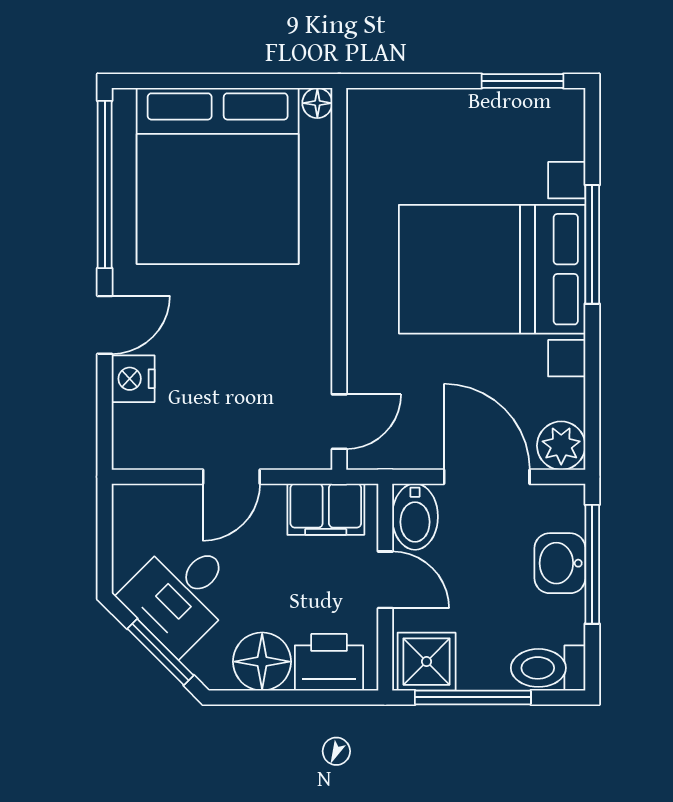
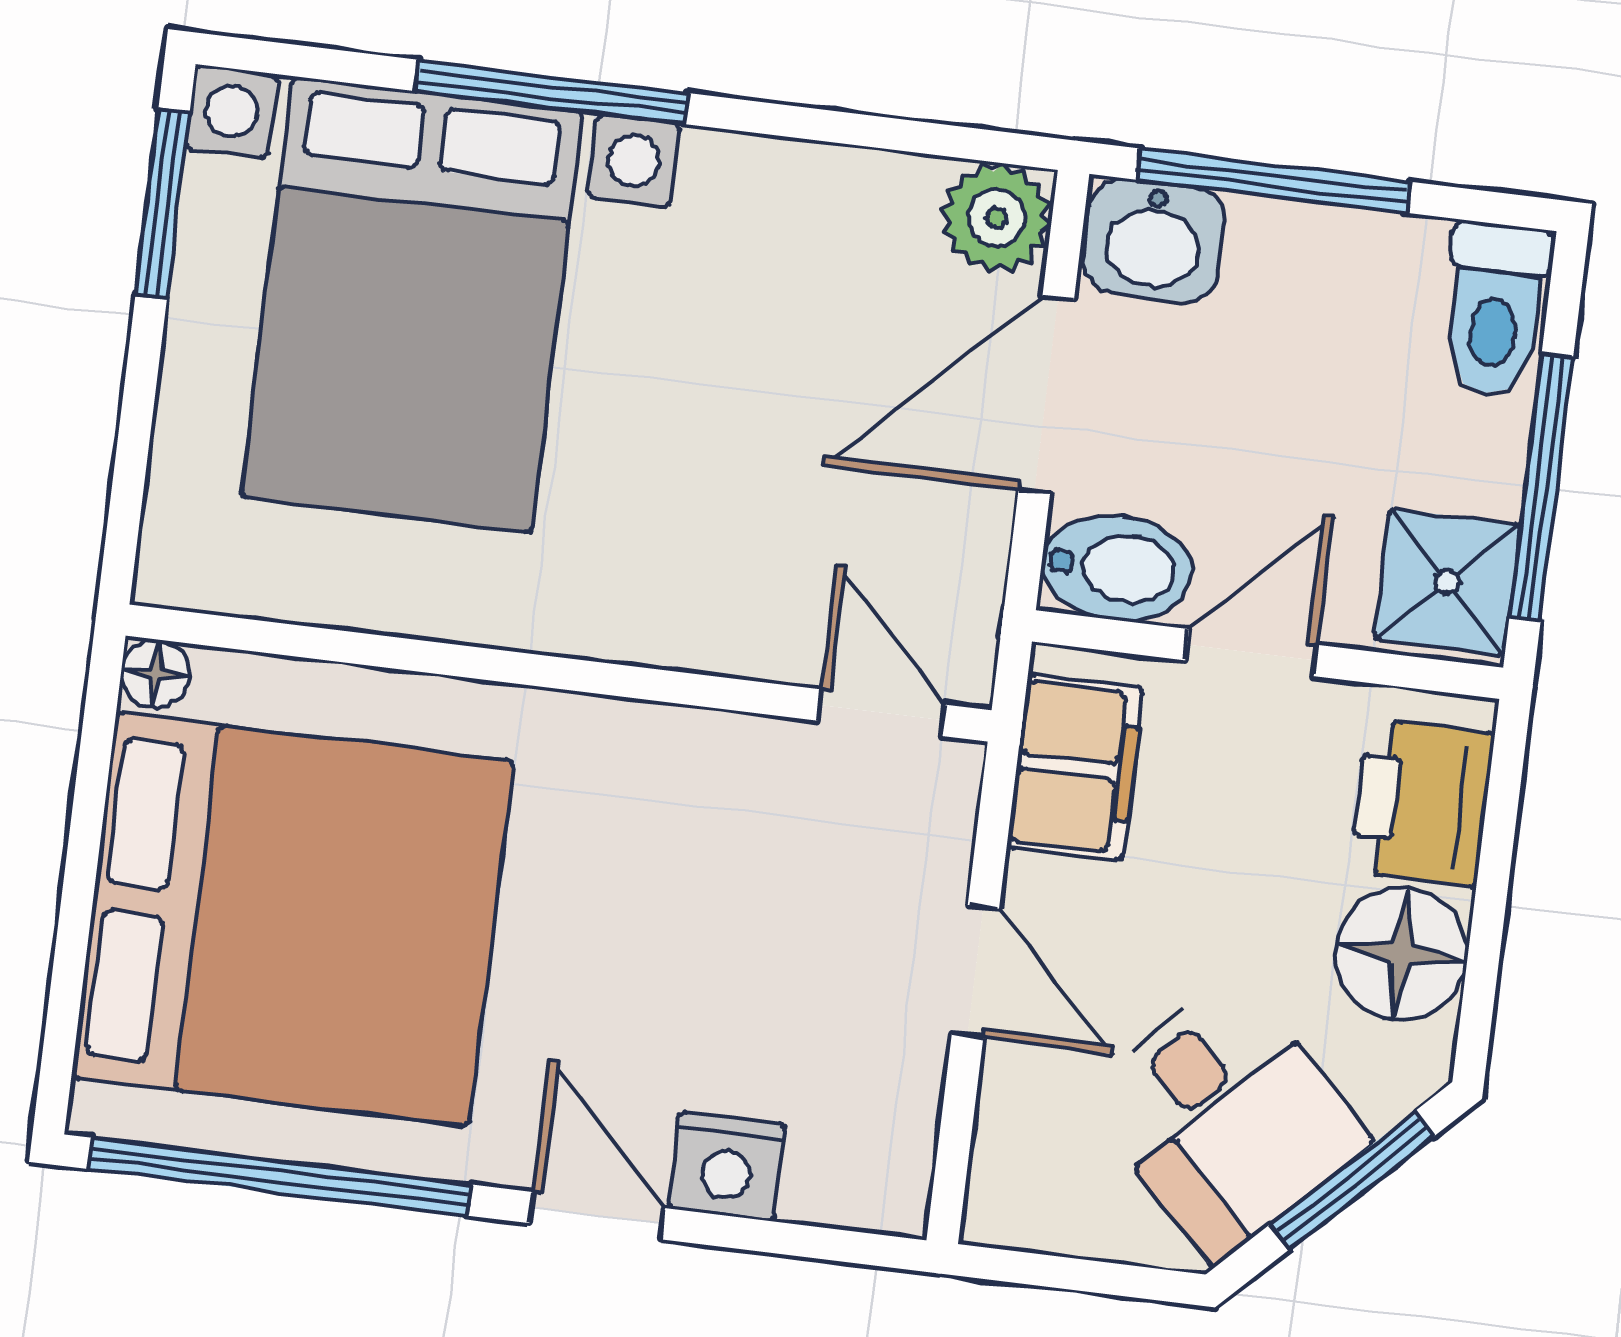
bed with nightstands: (492, 269) -> (412, 304), moved
washbasin: (560, 563) -> (1154, 240), moved

